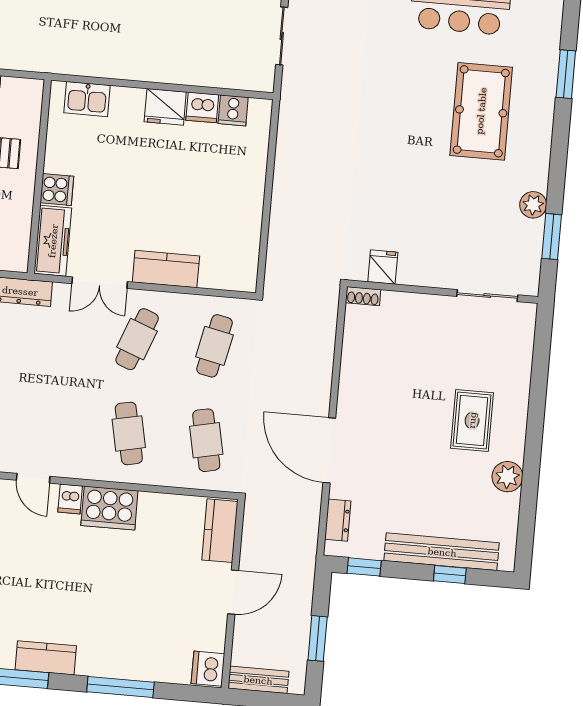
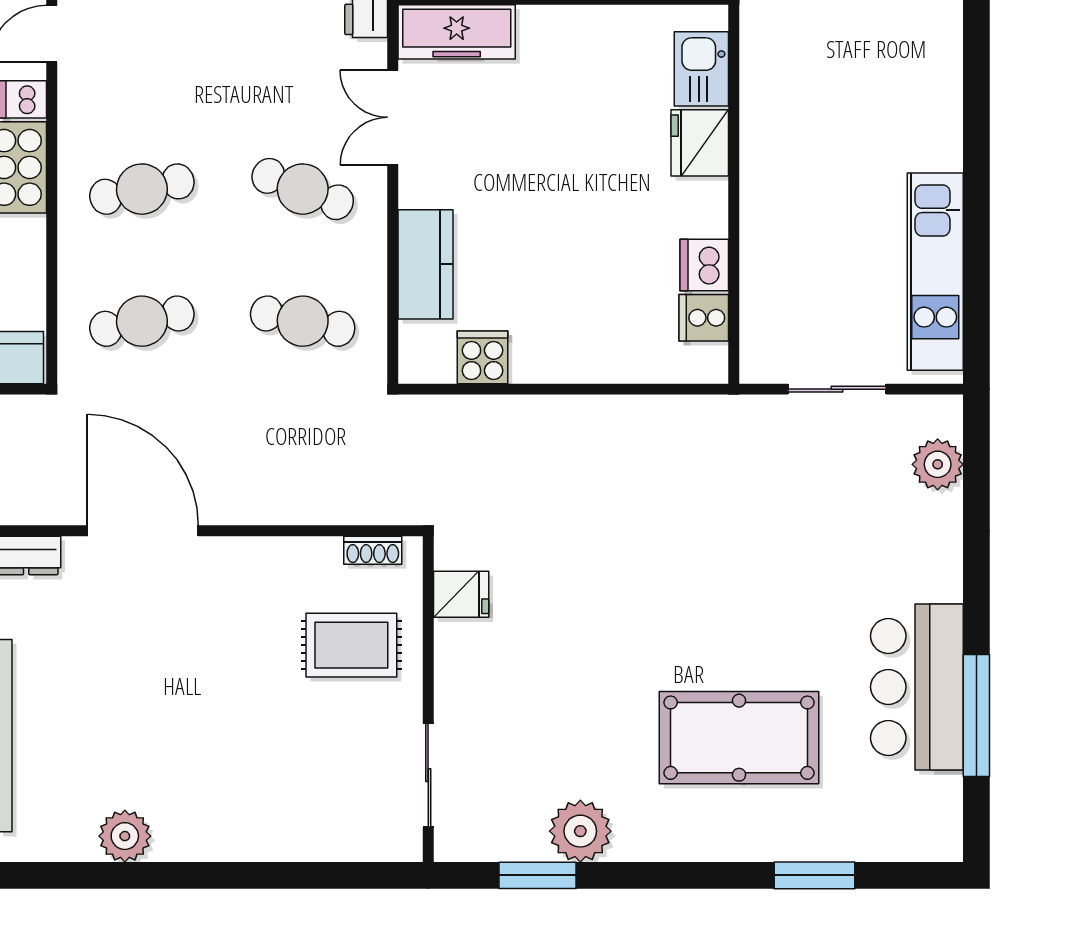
fridge: (165, 107) -> (700, 143), moved
cooker: (57, 190) -> (483, 357), moved, turned 180
plant: (533, 205) -> (580, 831), width x1.36, depth x1.36
kitchen counter: (166, 269) -> (425, 264), moved
shoe rack: (363, 296) -> (373, 550), moved, turned -90
rug: (472, 420) -> (351, 645), moved
door: (329, 450) -> (143, 531), hinge flipped

